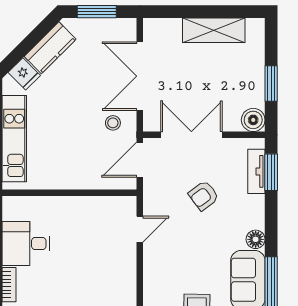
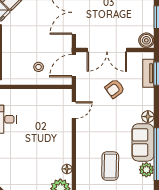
stool: (113, 123) -> (39, 67), moved
double door: (191, 135) -> (107, 50), swing flipped

